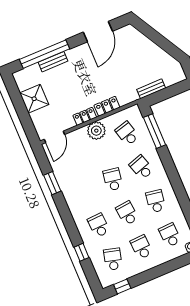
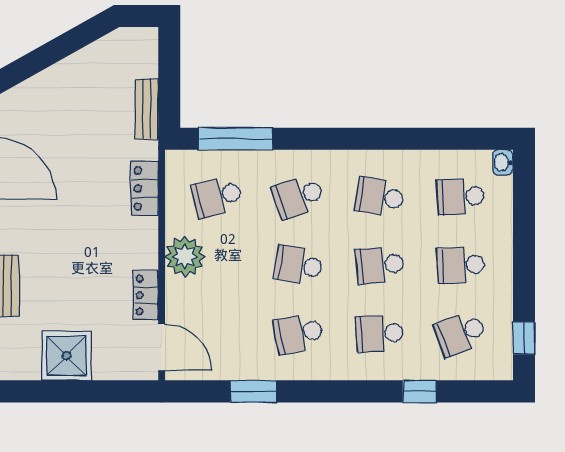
locker: (107, 106) -> (145, 188), moved
locker: (85, 116) -> (146, 295), moved
school desk: (84, 191) -> (298, 333), added
school desk: (113, 259) -> (461, 333), turned -36

